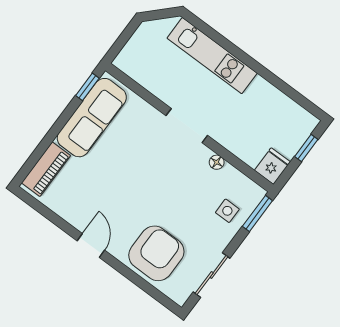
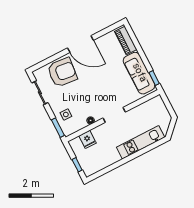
fridge: (272, 166) -> (88, 139), moved
door: (91, 246) -> (80, 44), width x1.87
armchair: (156, 253) -> (62, 72), turned -84

